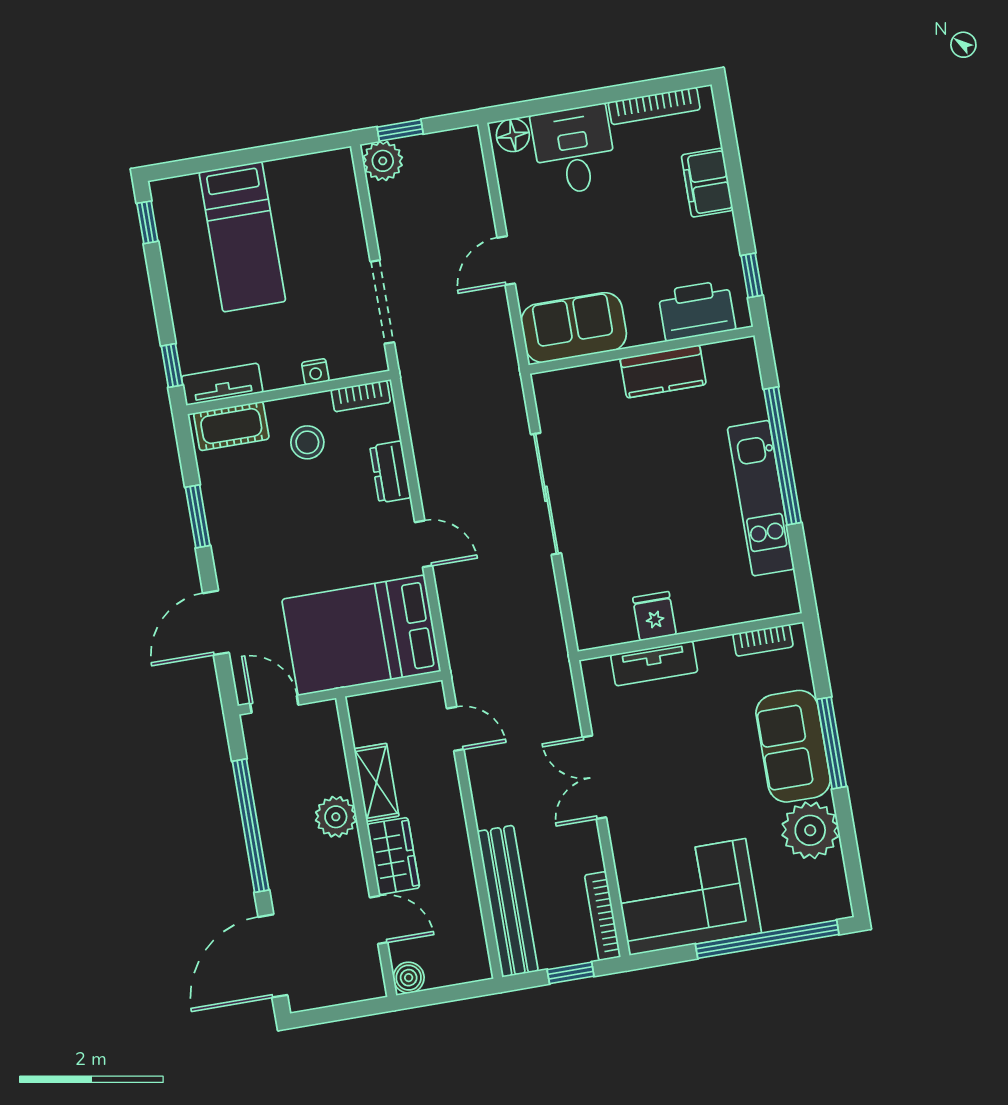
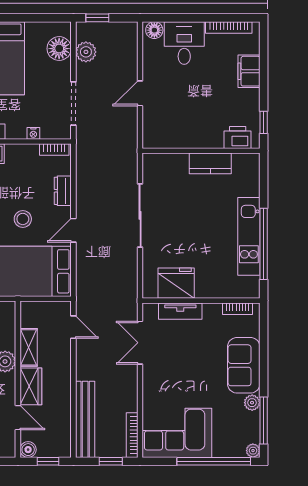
plant: (383, 161) -> (86, 52), moved
floor lamp: (337, 201) -> (59, 49), added
printer: (697, 311) -> (238, 137), width x0.73, depth x0.84
sofa: (574, 328) -> (169, 133), removed
stool: (307, 442) -> (23, 219), moved
window: (783, 456) -> (264, 244), moved
door: (424, 544) -> (73, 230), swing flipped
fridge: (654, 616) -> (176, 283), width x1.88, depth x1.34
window: (832, 743) -> (264, 420), moved
double door: (594, 777) -> (140, 343), moved
plant: (810, 830) -> (252, 403), width x0.53, depth x0.53
plant: (839, 906) -> (253, 451), added
window: (450, 993) -> (48, 461), added

